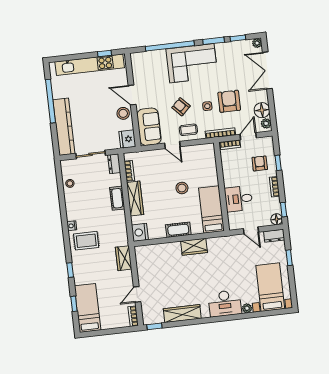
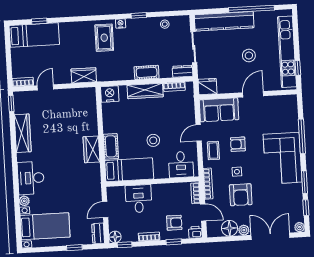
window: (170, 46) -> (302, 136), width x0.68
armchair: (229, 101) -> (241, 195), turned 90
armchair: (181, 107) -> (238, 144), turned -136
stool: (123, 113) -> (249, 55), moved
plant: (266, 123) -> (244, 230), moved
printer: (268, 143) -> (195, 232), added
desk: (204, 160) -> (181, 165), added
cot: (178, 230) -> (111, 146), moved
window: (70, 270) -> (139, 15), moved
door: (137, 294) -> (45, 87), hinge flipped

